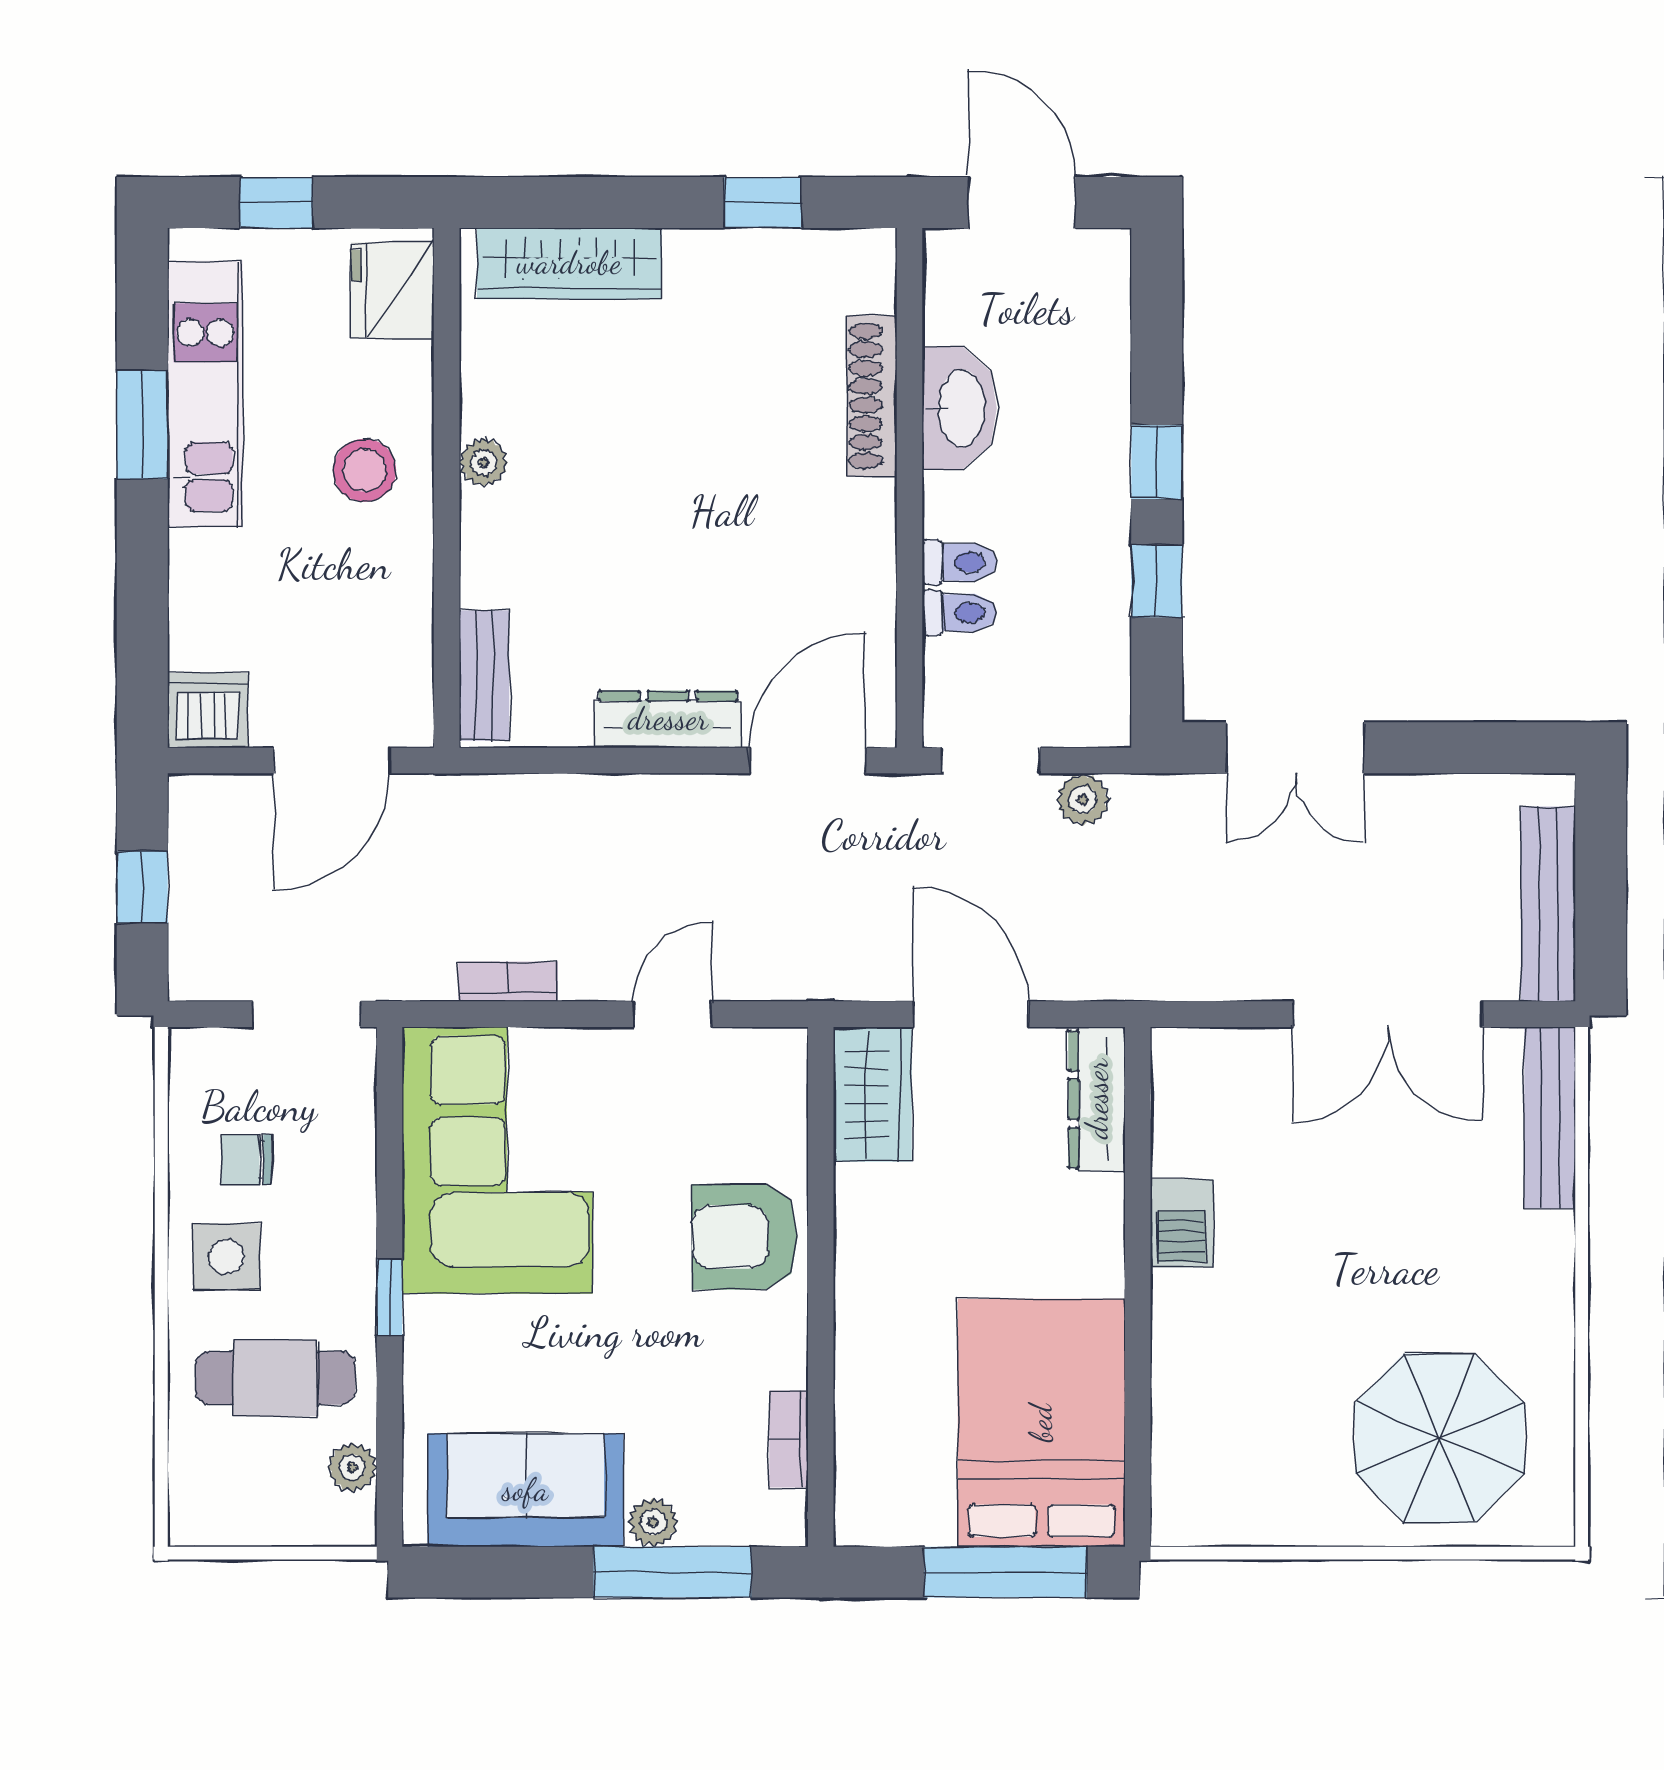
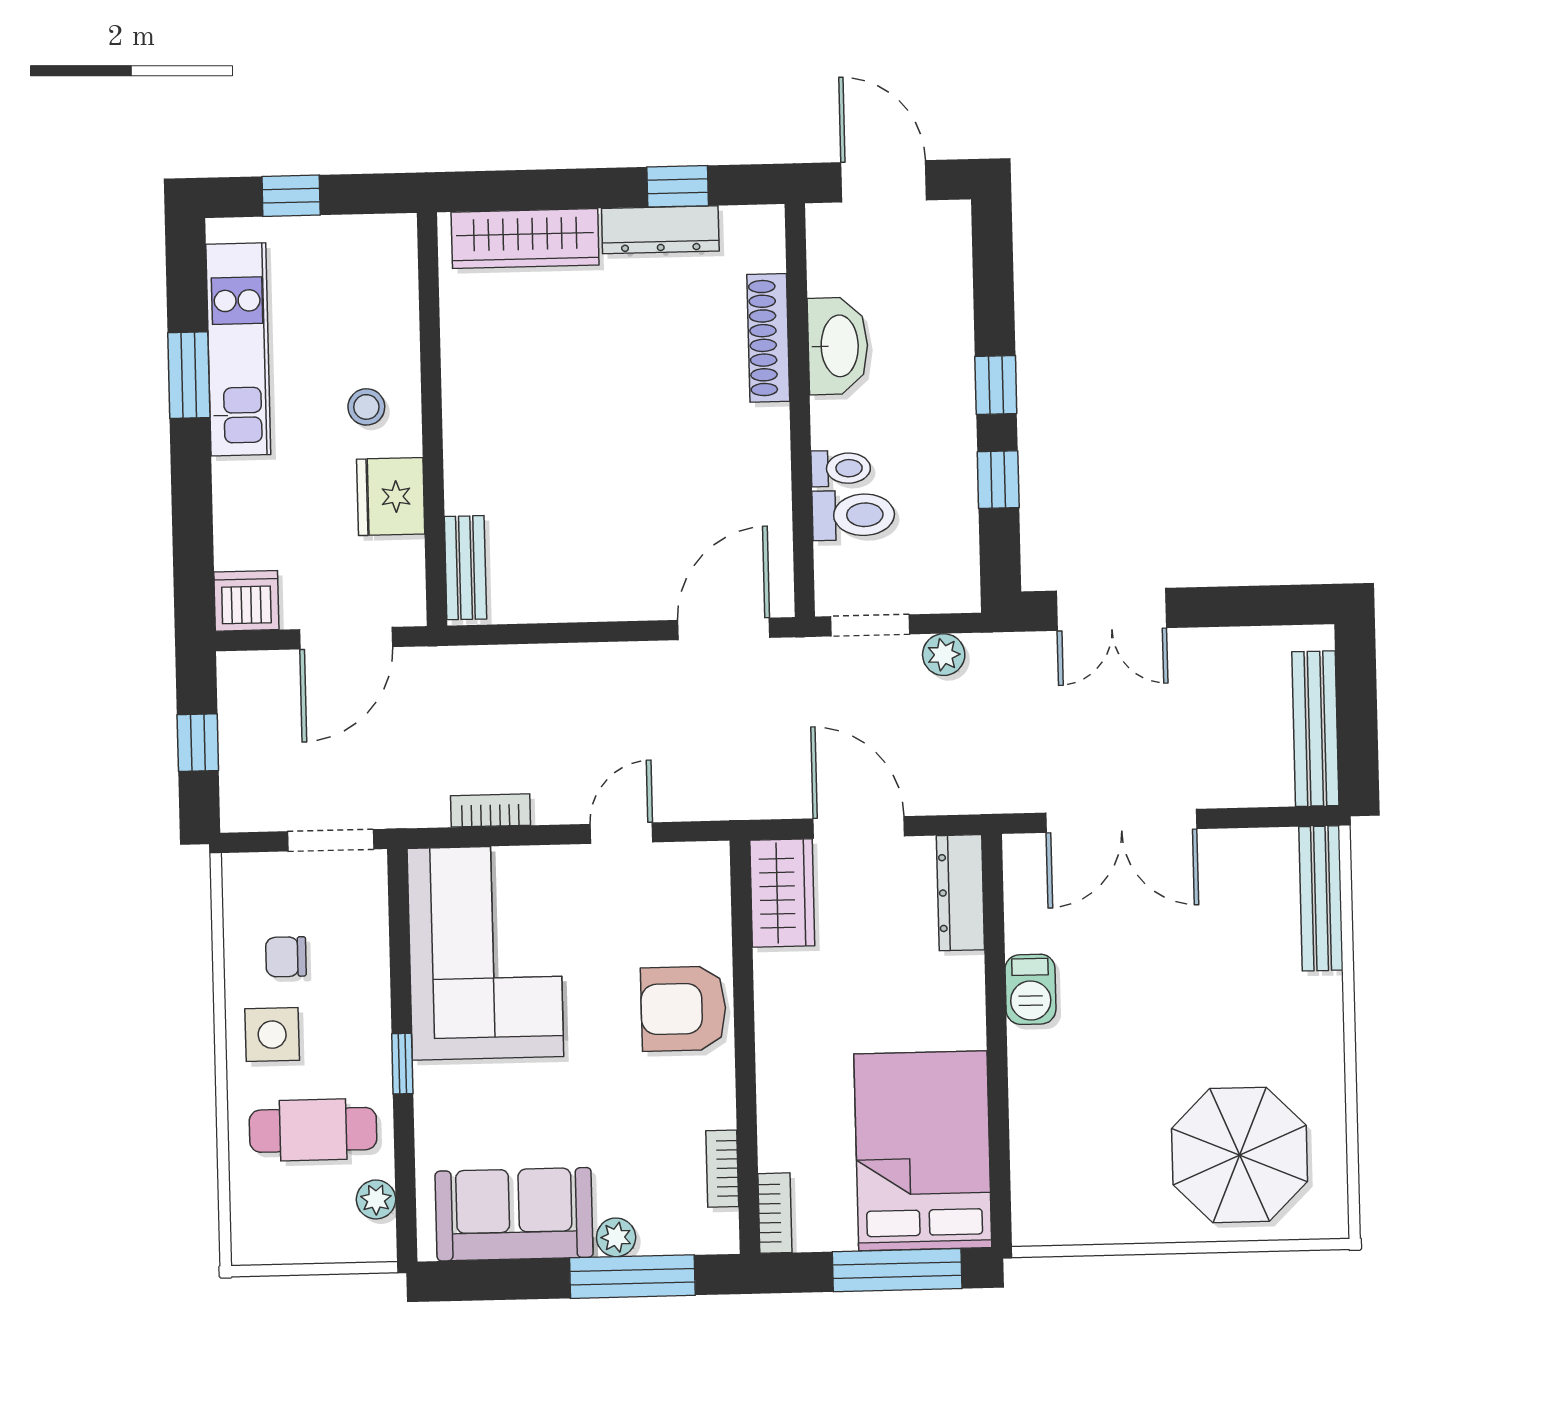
fridge: (392, 290) -> (391, 497), moved
plant: (484, 462) -> (461, 398), removed
stool: (365, 470) -> (366, 407), width x0.73, depth x0.73
toilet: (959, 613) -> (853, 515), width x1.37, depth x1.39
dresser: (668, 719) -> (660, 230), moved, turned 180
double door: (1387, 1014) -> (1121, 821), moved
bookcase: (854, 1497) -> (775, 1213), added

